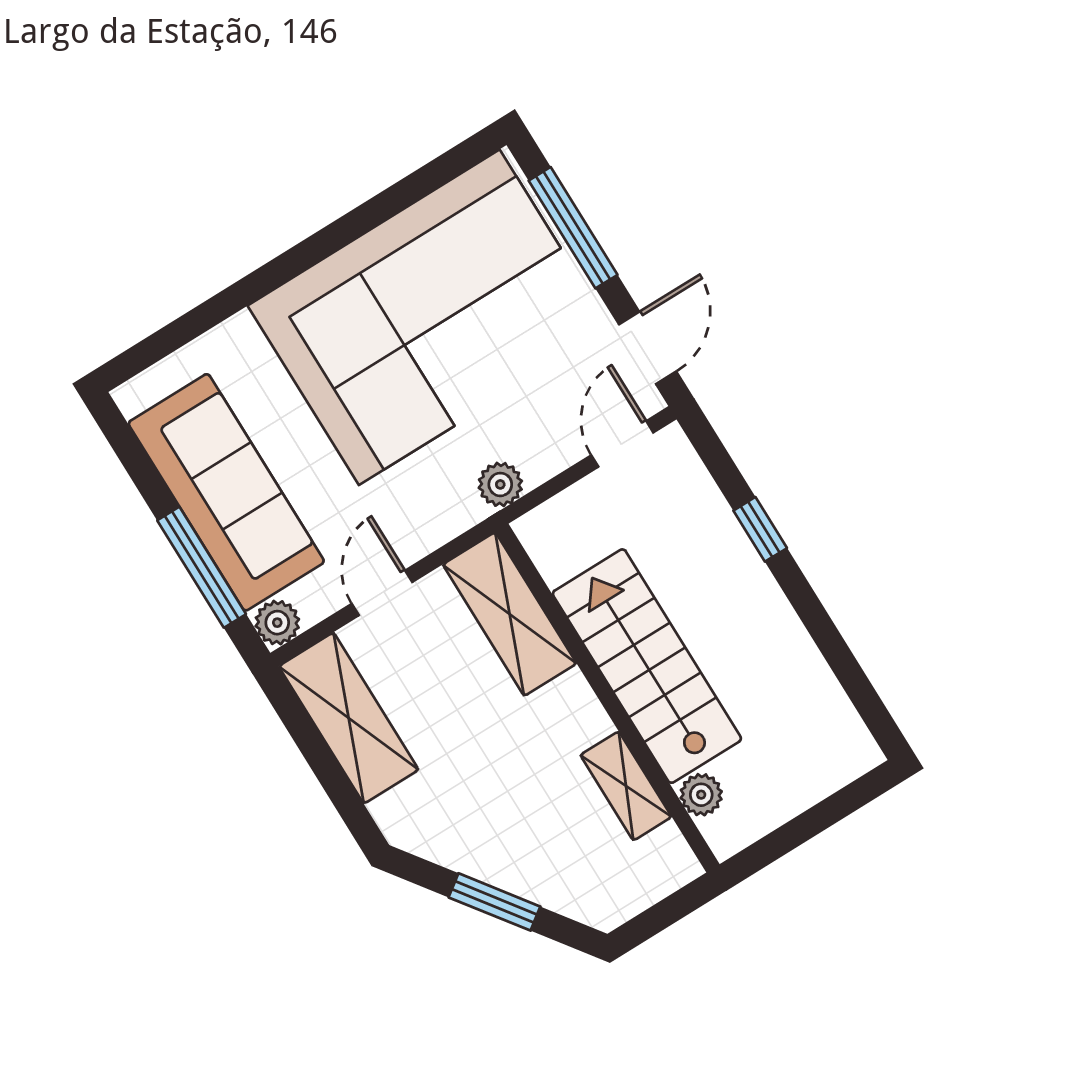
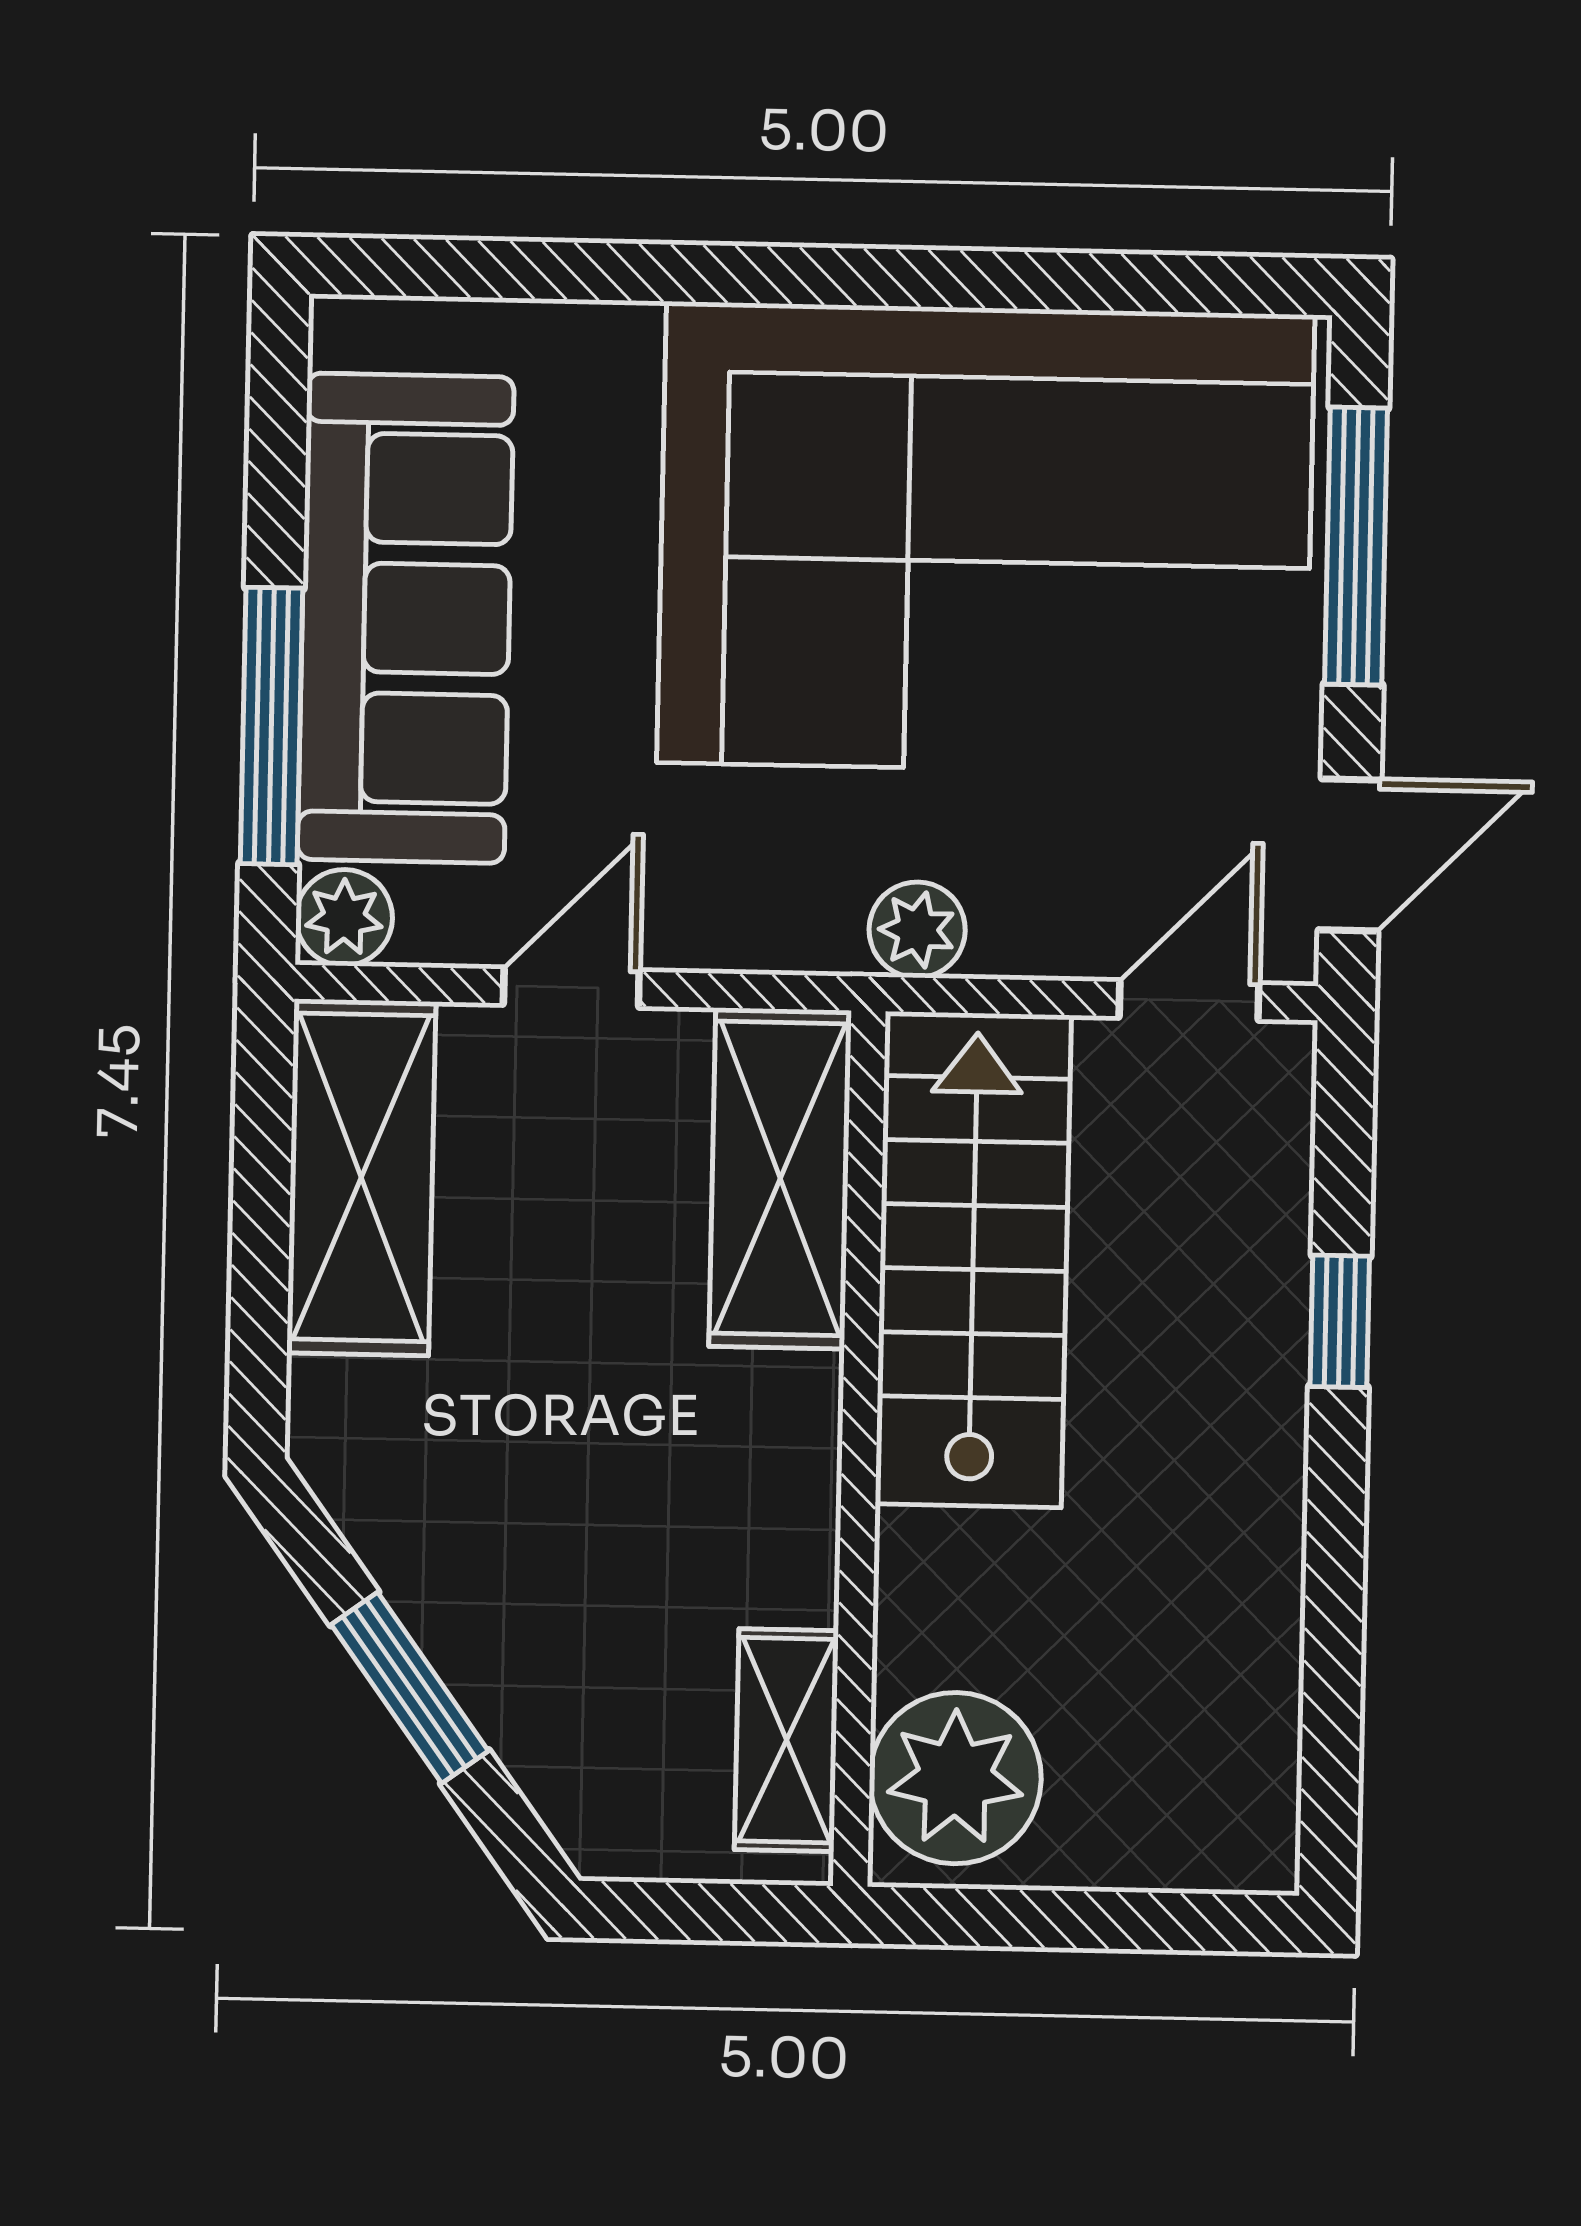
stairs: (647, 666) -> (973, 1260), moved
shelving: (626, 786) -> (786, 1740), moved
plant: (701, 795) -> (955, 1778), width x1.88, depth x1.88

